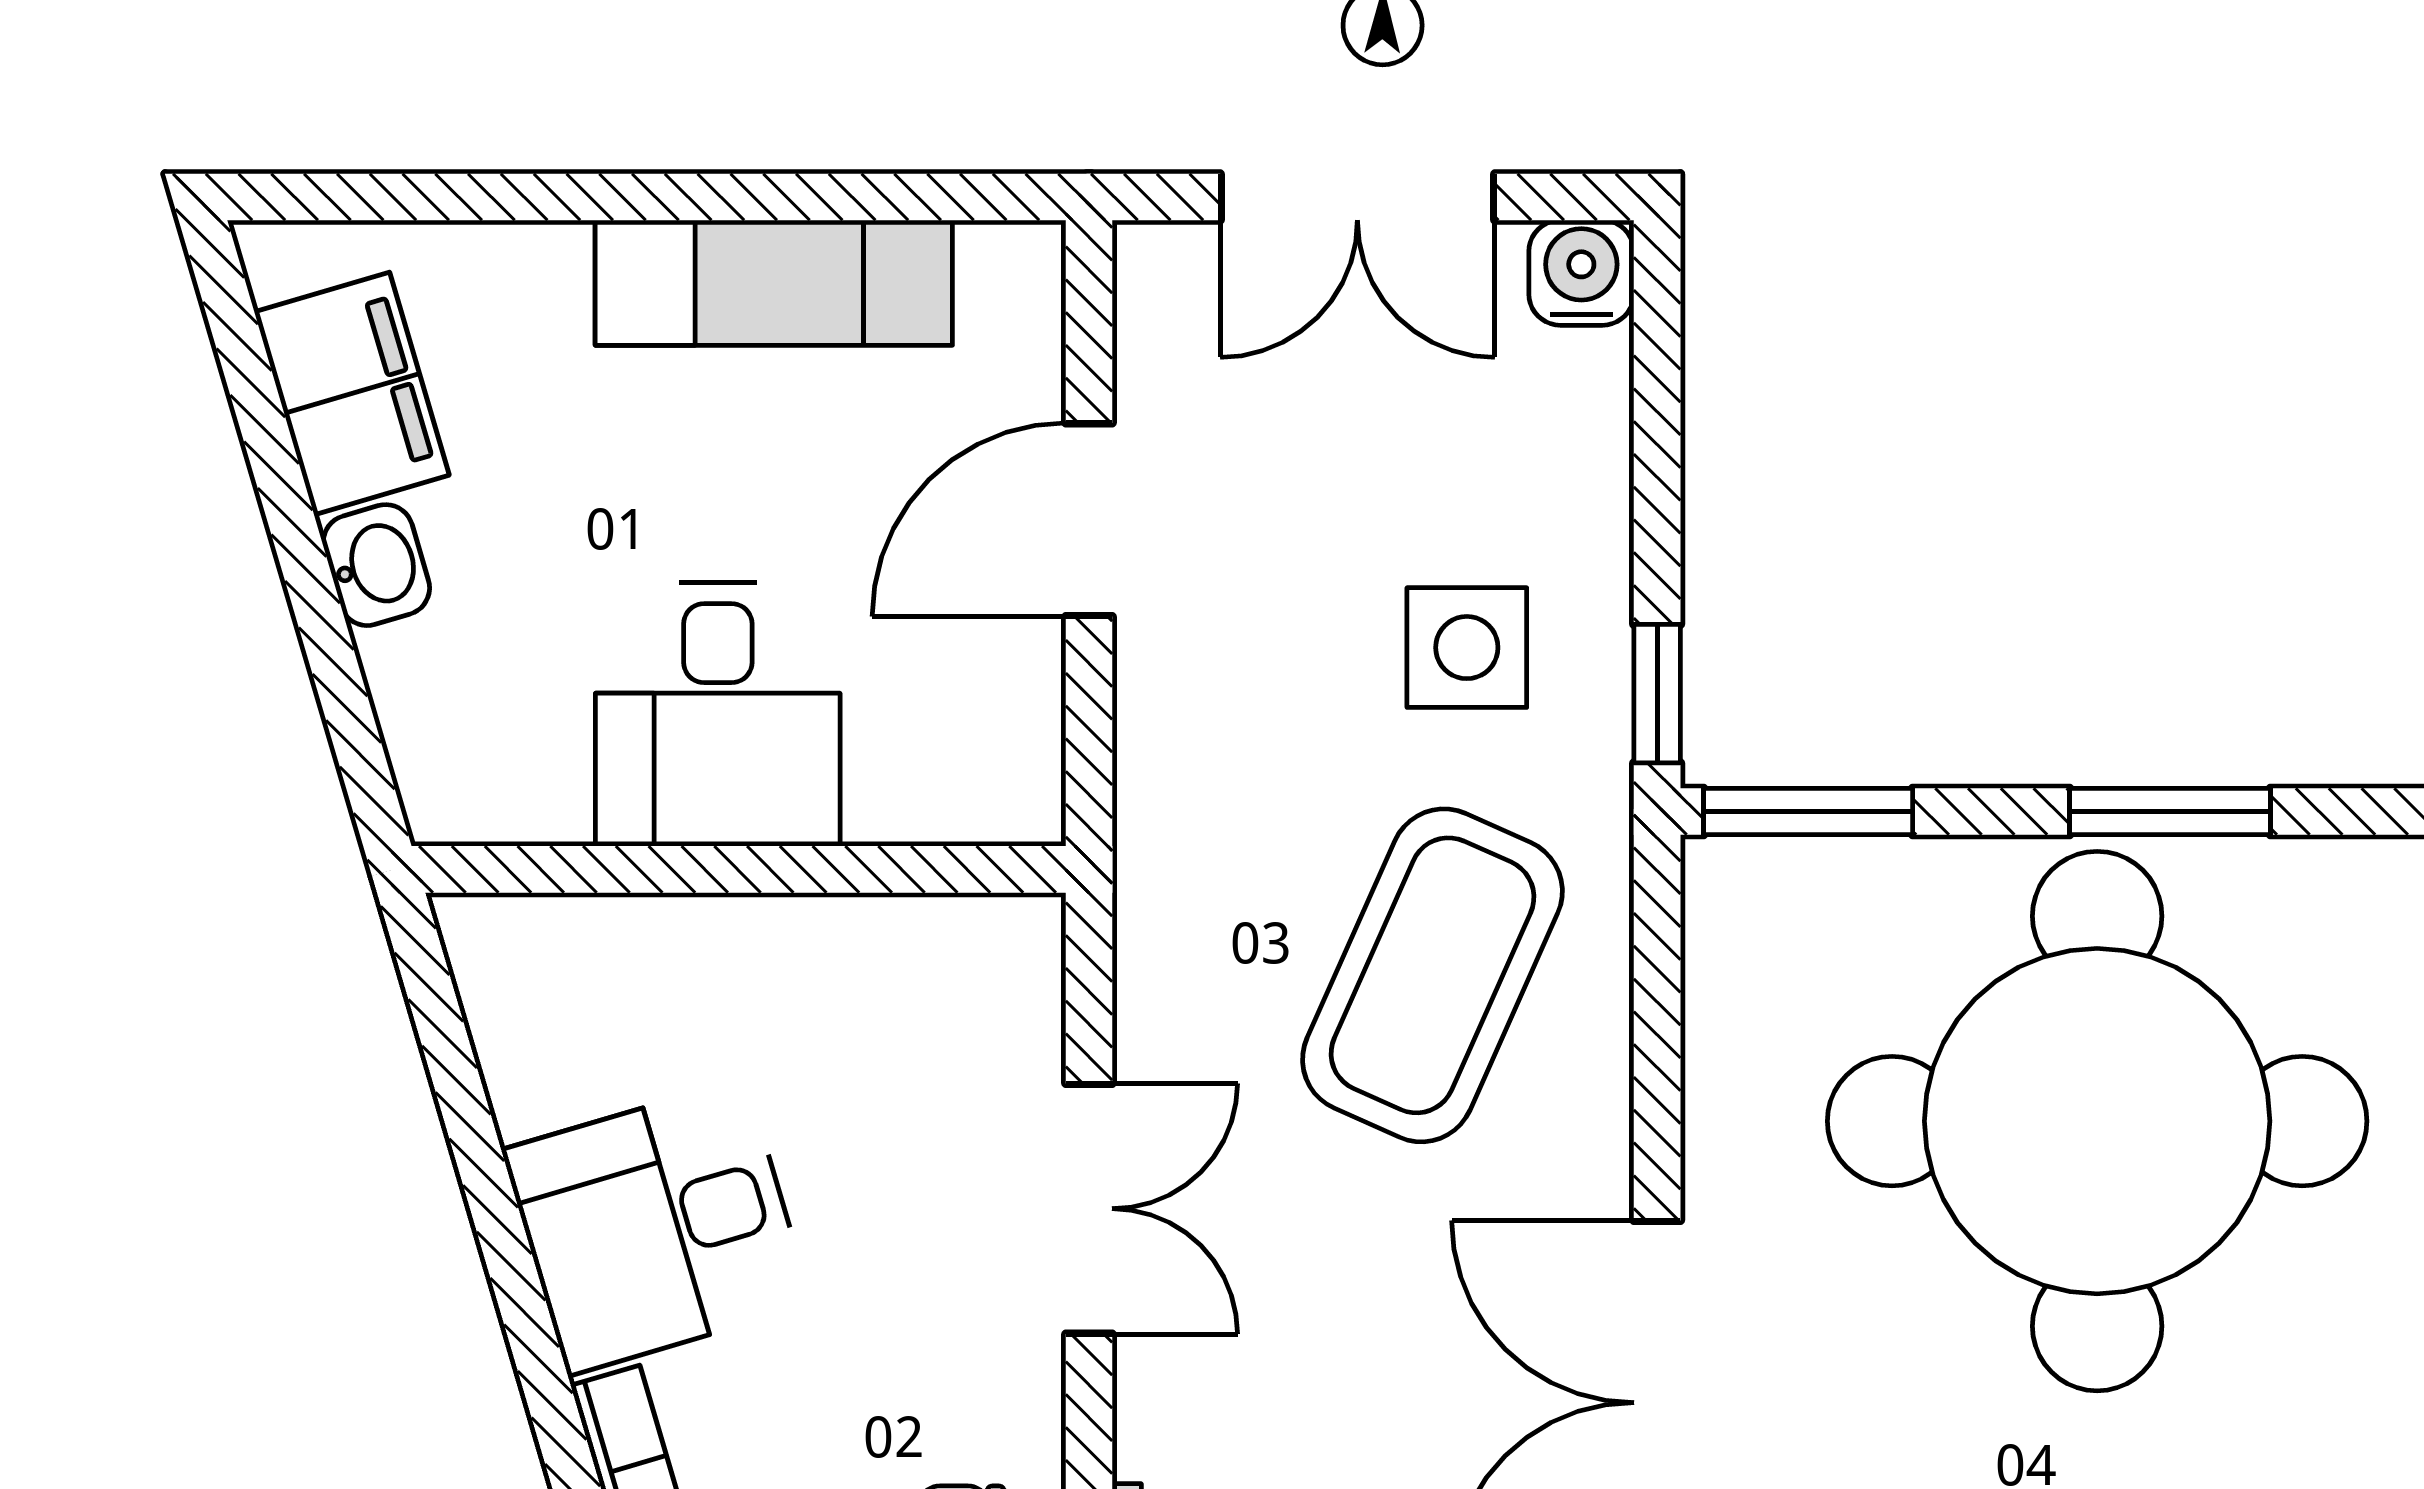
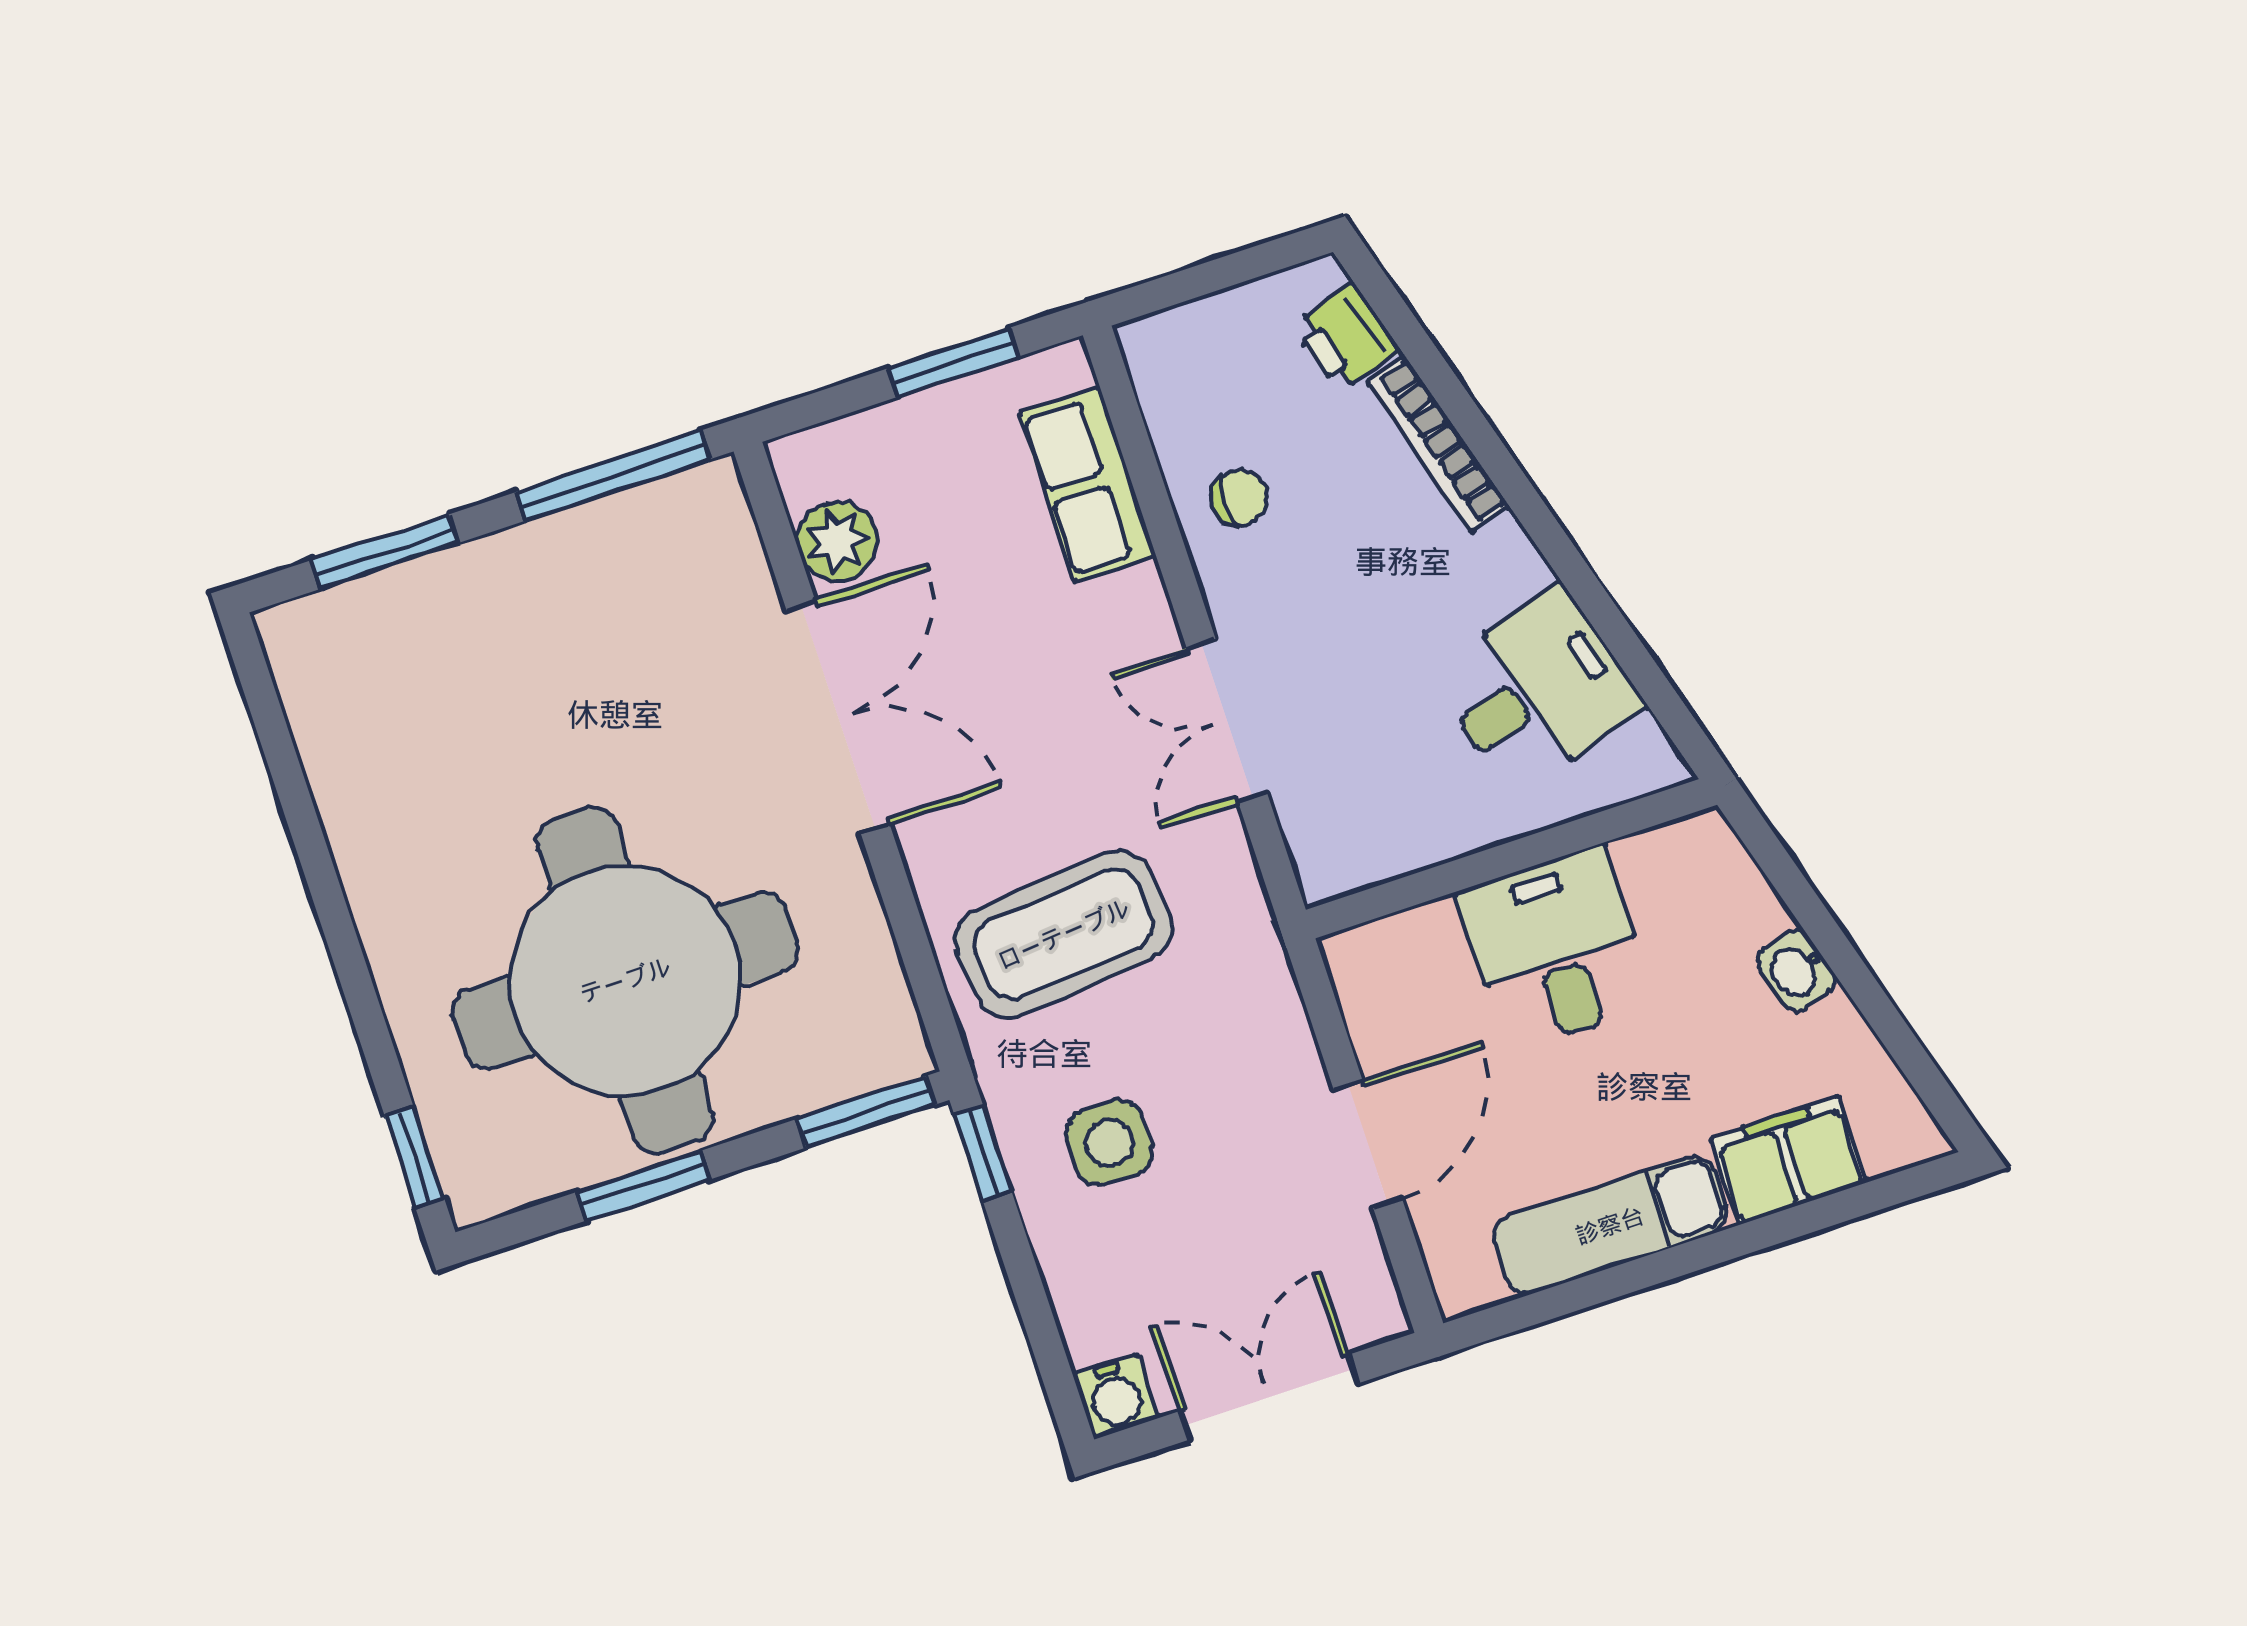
filing cabinet: (352, 393) -> (1789, 1160), moved, turned 106
coffee table: (1432, 975) -> (1063, 934), turned 61
desk: (657, 1227) -> (1537, 690), moved

